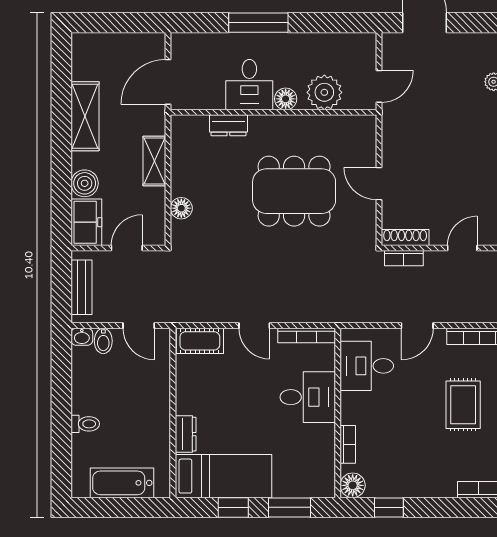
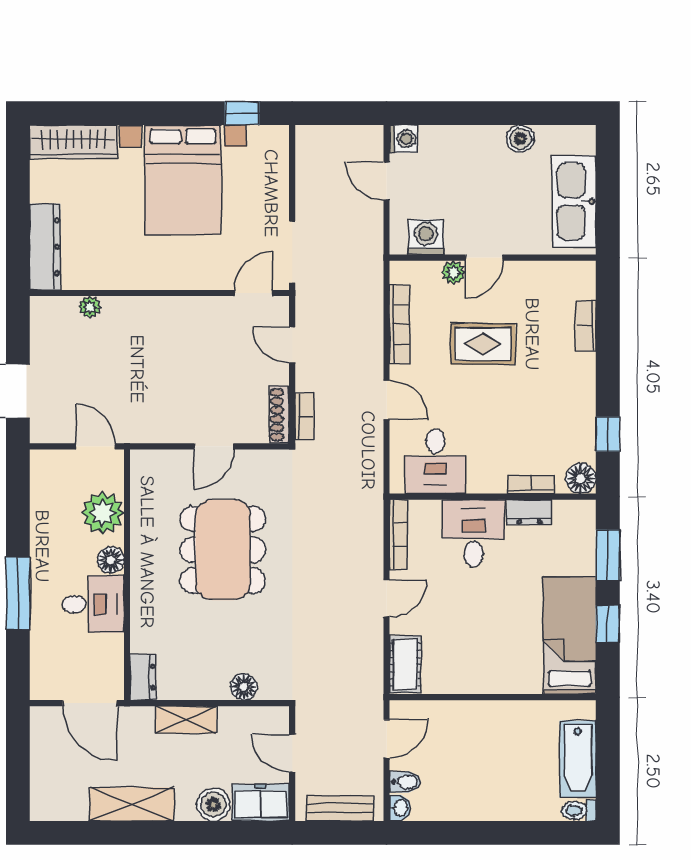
dresser: (228, 125) -> (143, 677), moved
toilet: (85, 424) -> (579, 811), moved, turned -90
dresser: (186, 434) -> (529, 512), moved, turned 180

